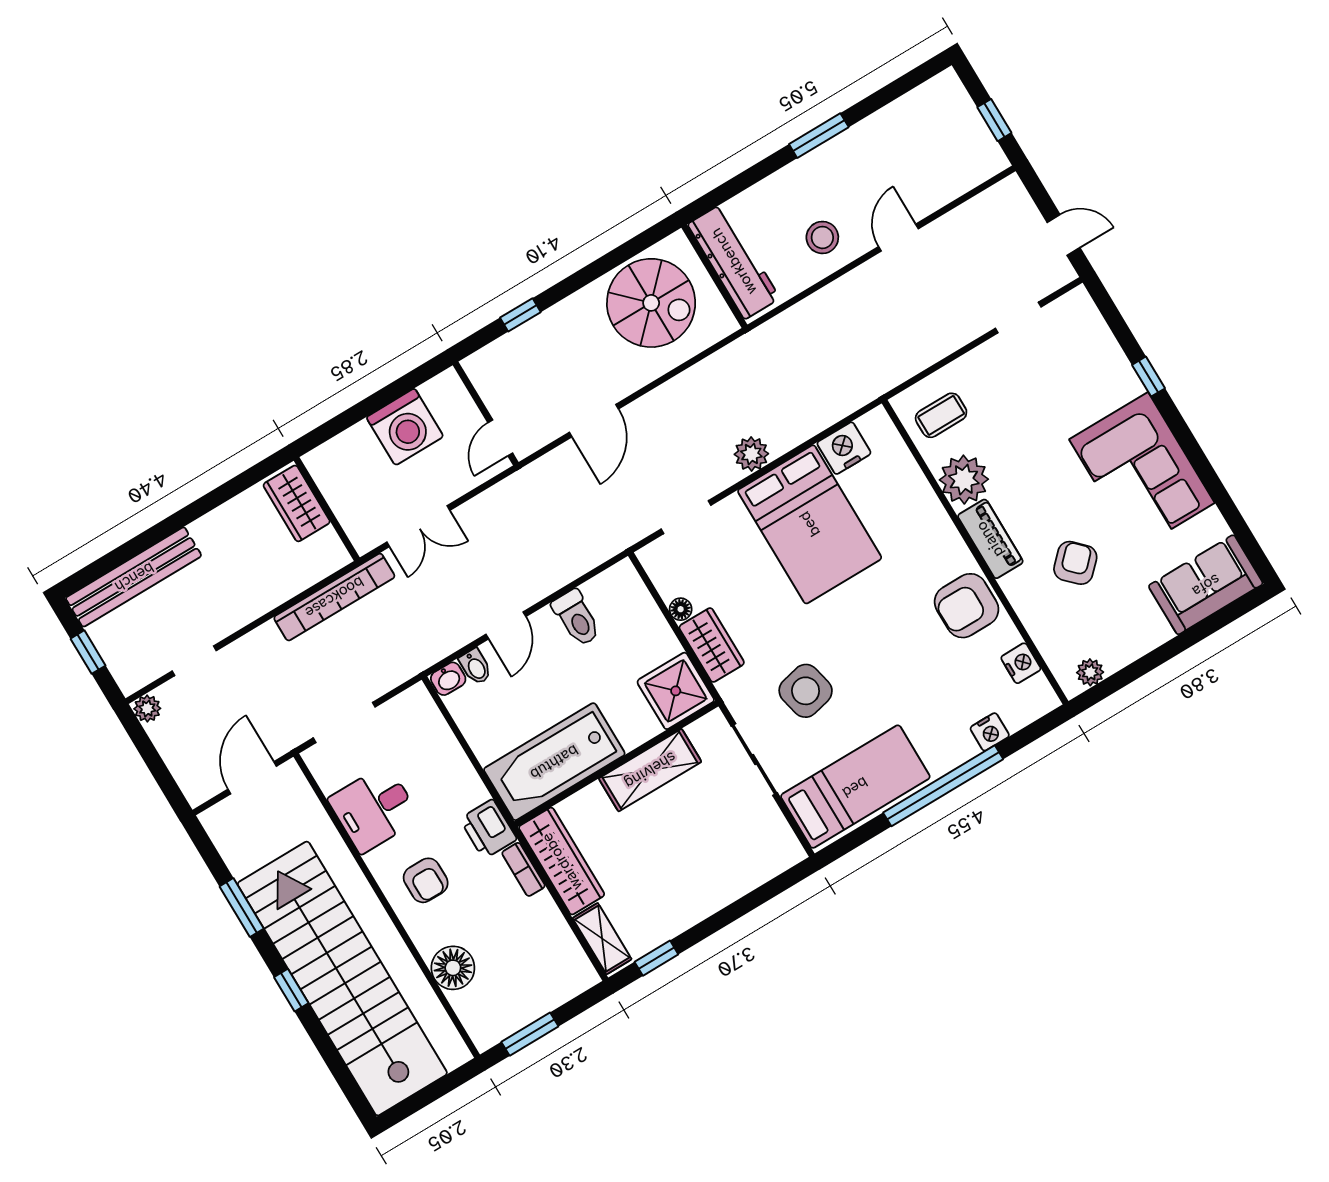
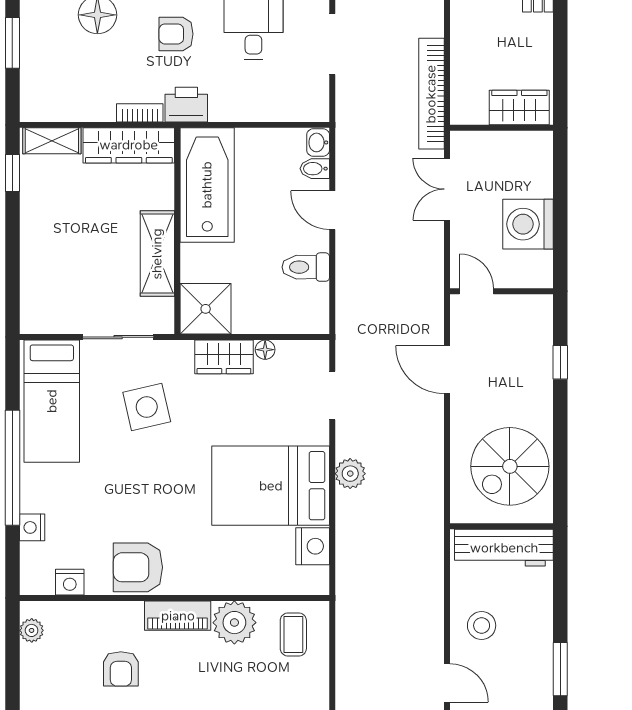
armchair: (1075, 563) -> (121, 669), turned 45
armchair: (967, 606) -> (138, 567), turned -90

